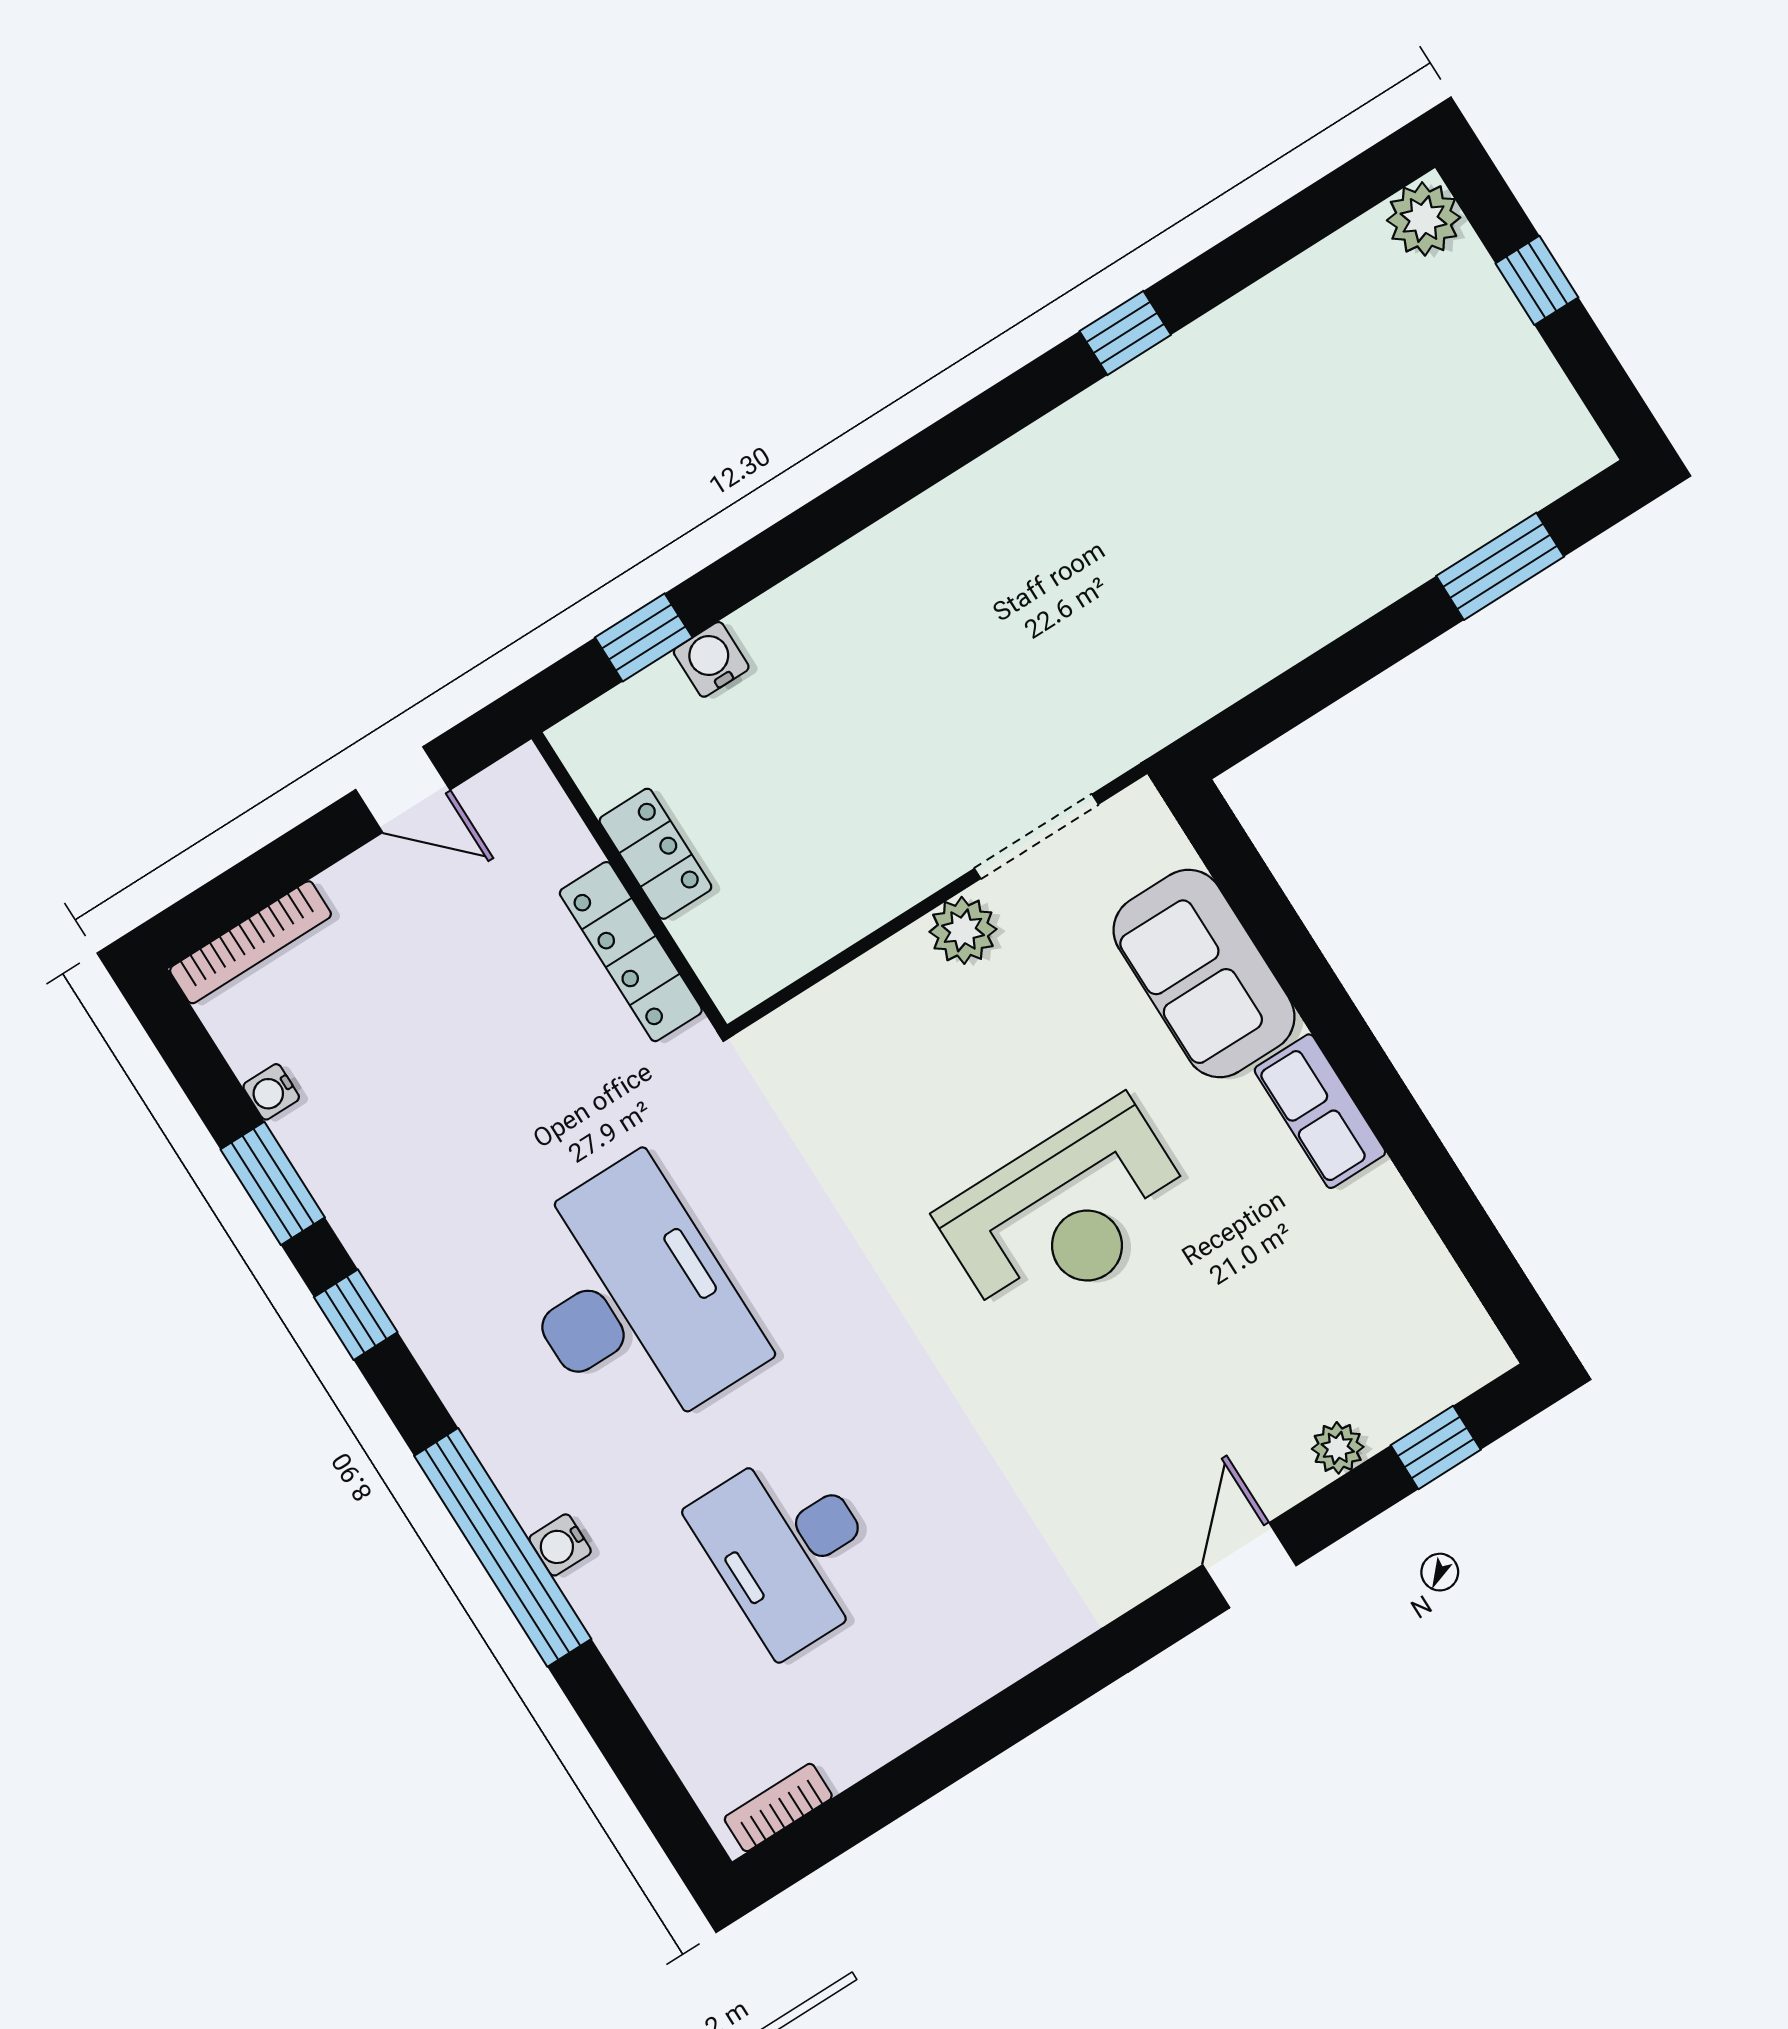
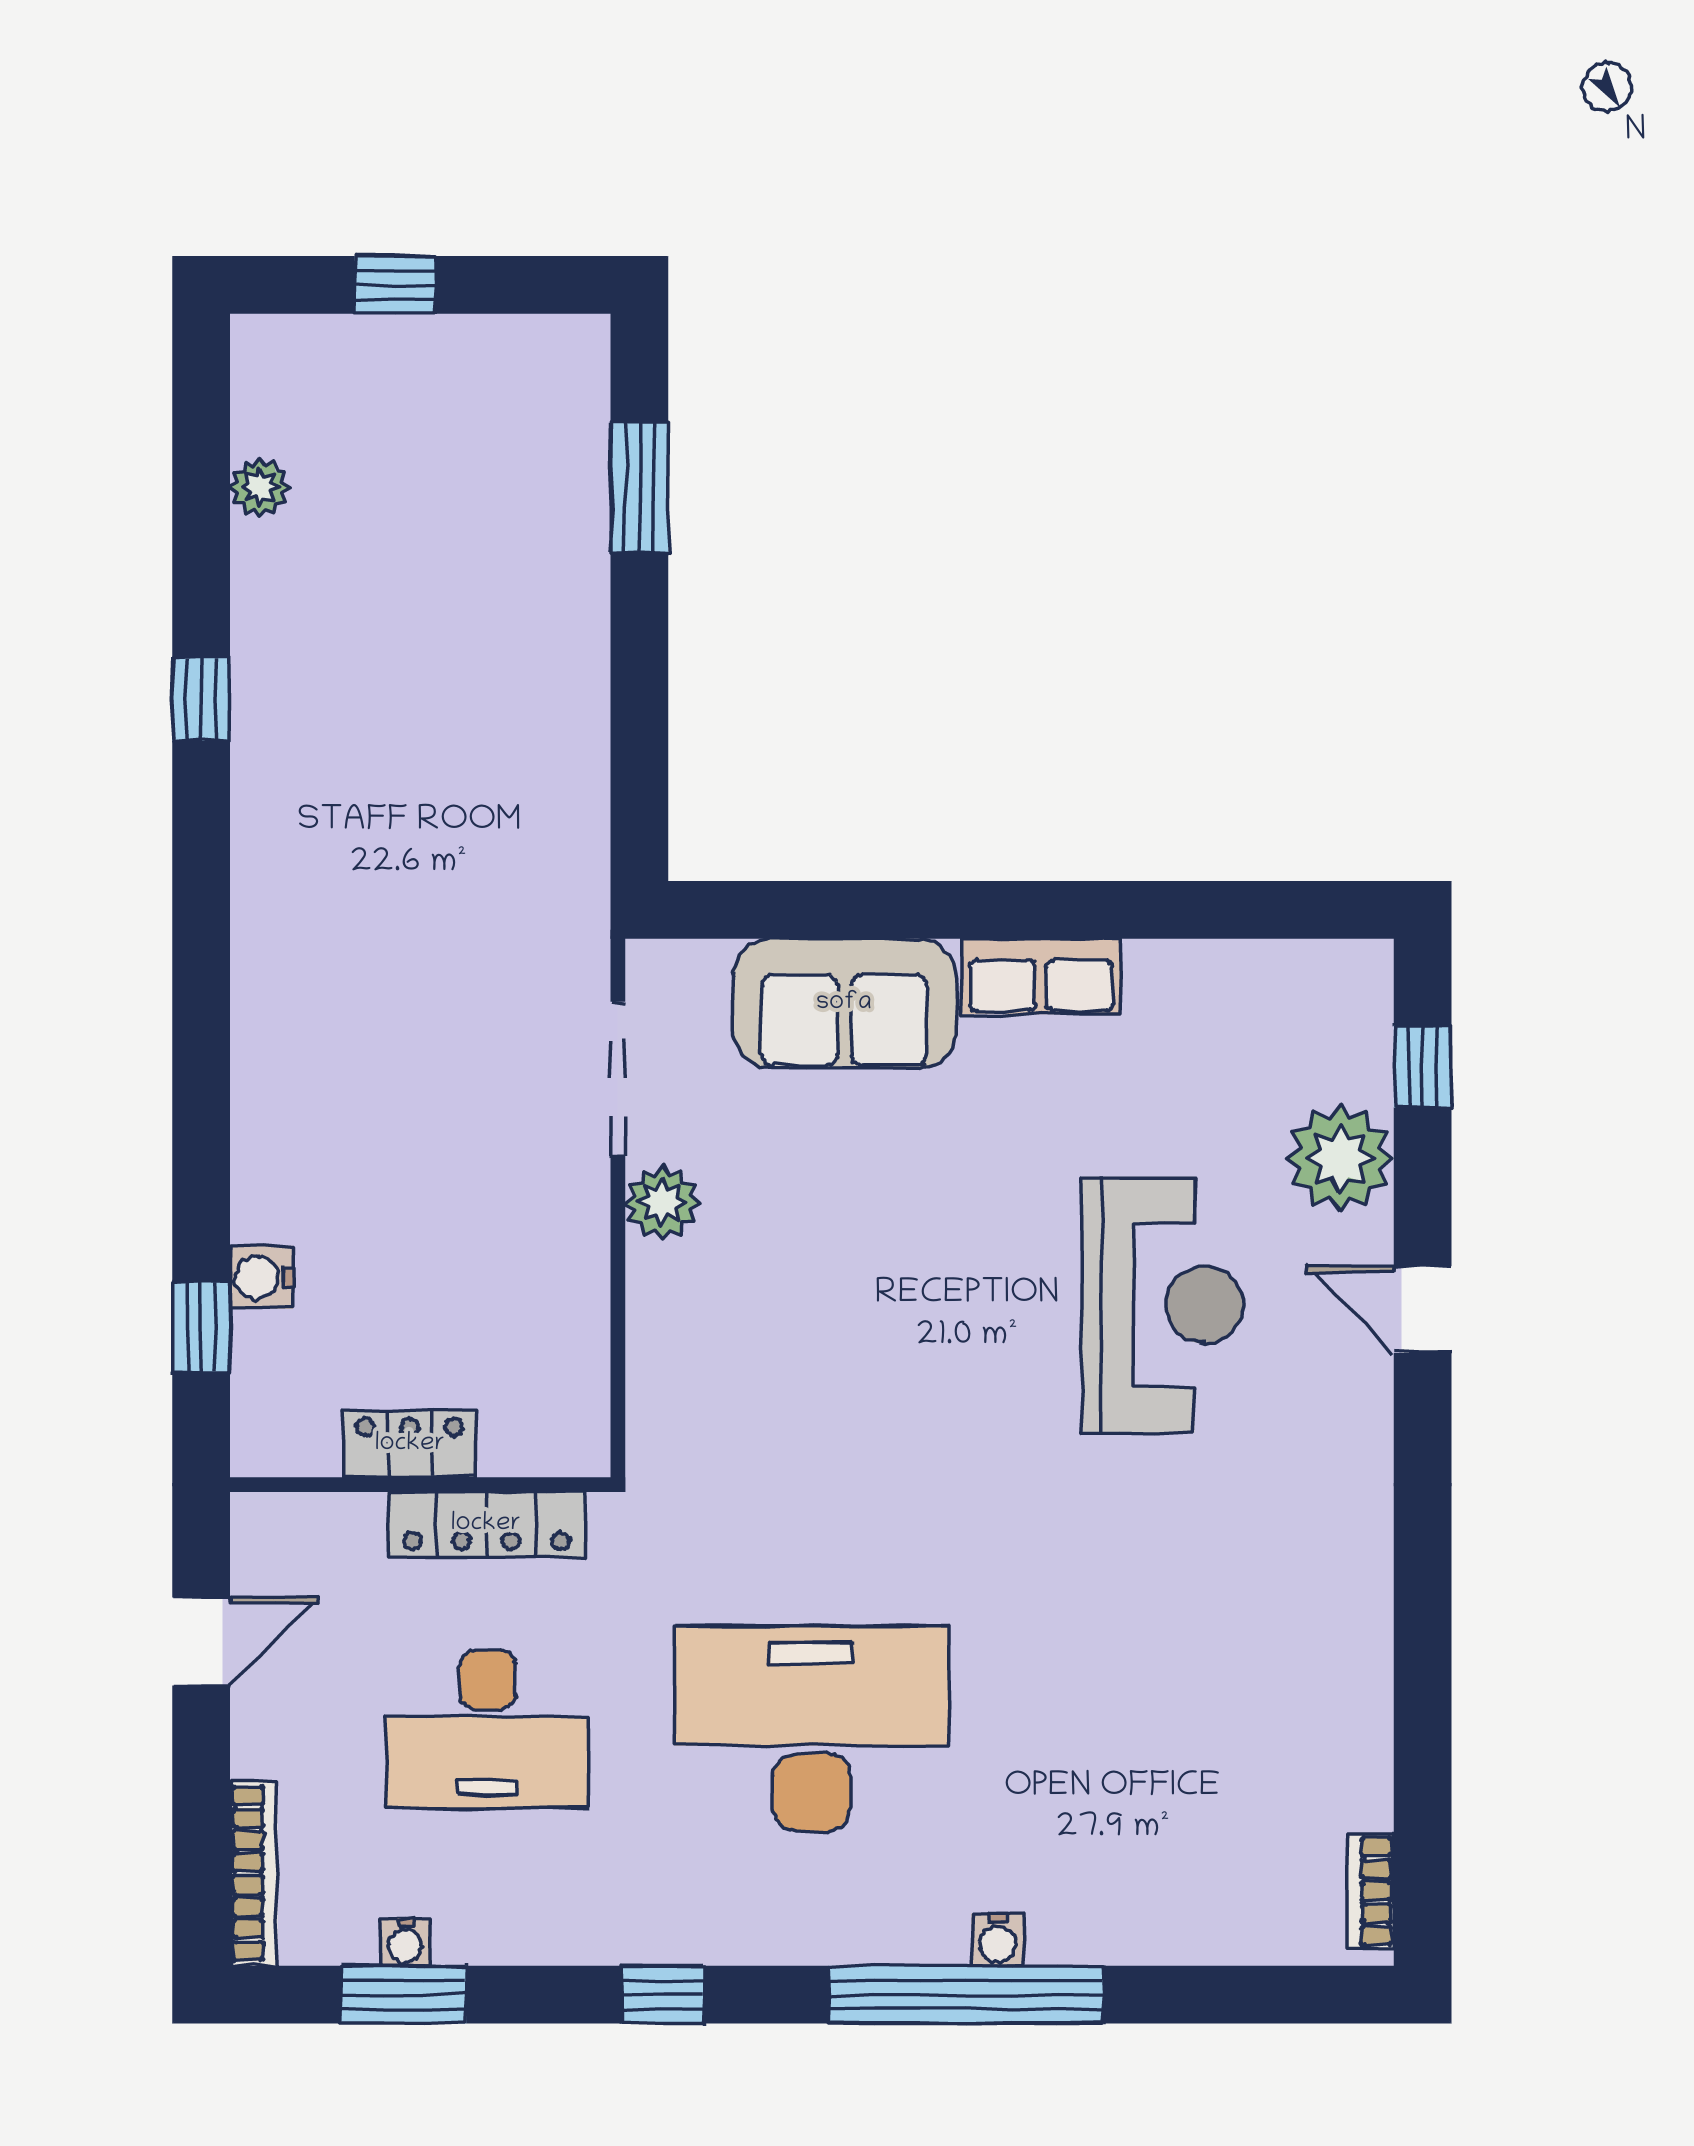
plant: (1424, 219) -> (260, 487), moved, width x0.73, depth x0.73
window: (273, 1183) -> (404, 1995), moved
reception desk: (1067, 1213) -> (1162, 1305), moved
plant: (1338, 1448) -> (1340, 1158), width x1.87, depth x1.87
desk: (789, 1549) -> (487, 1729), moved

